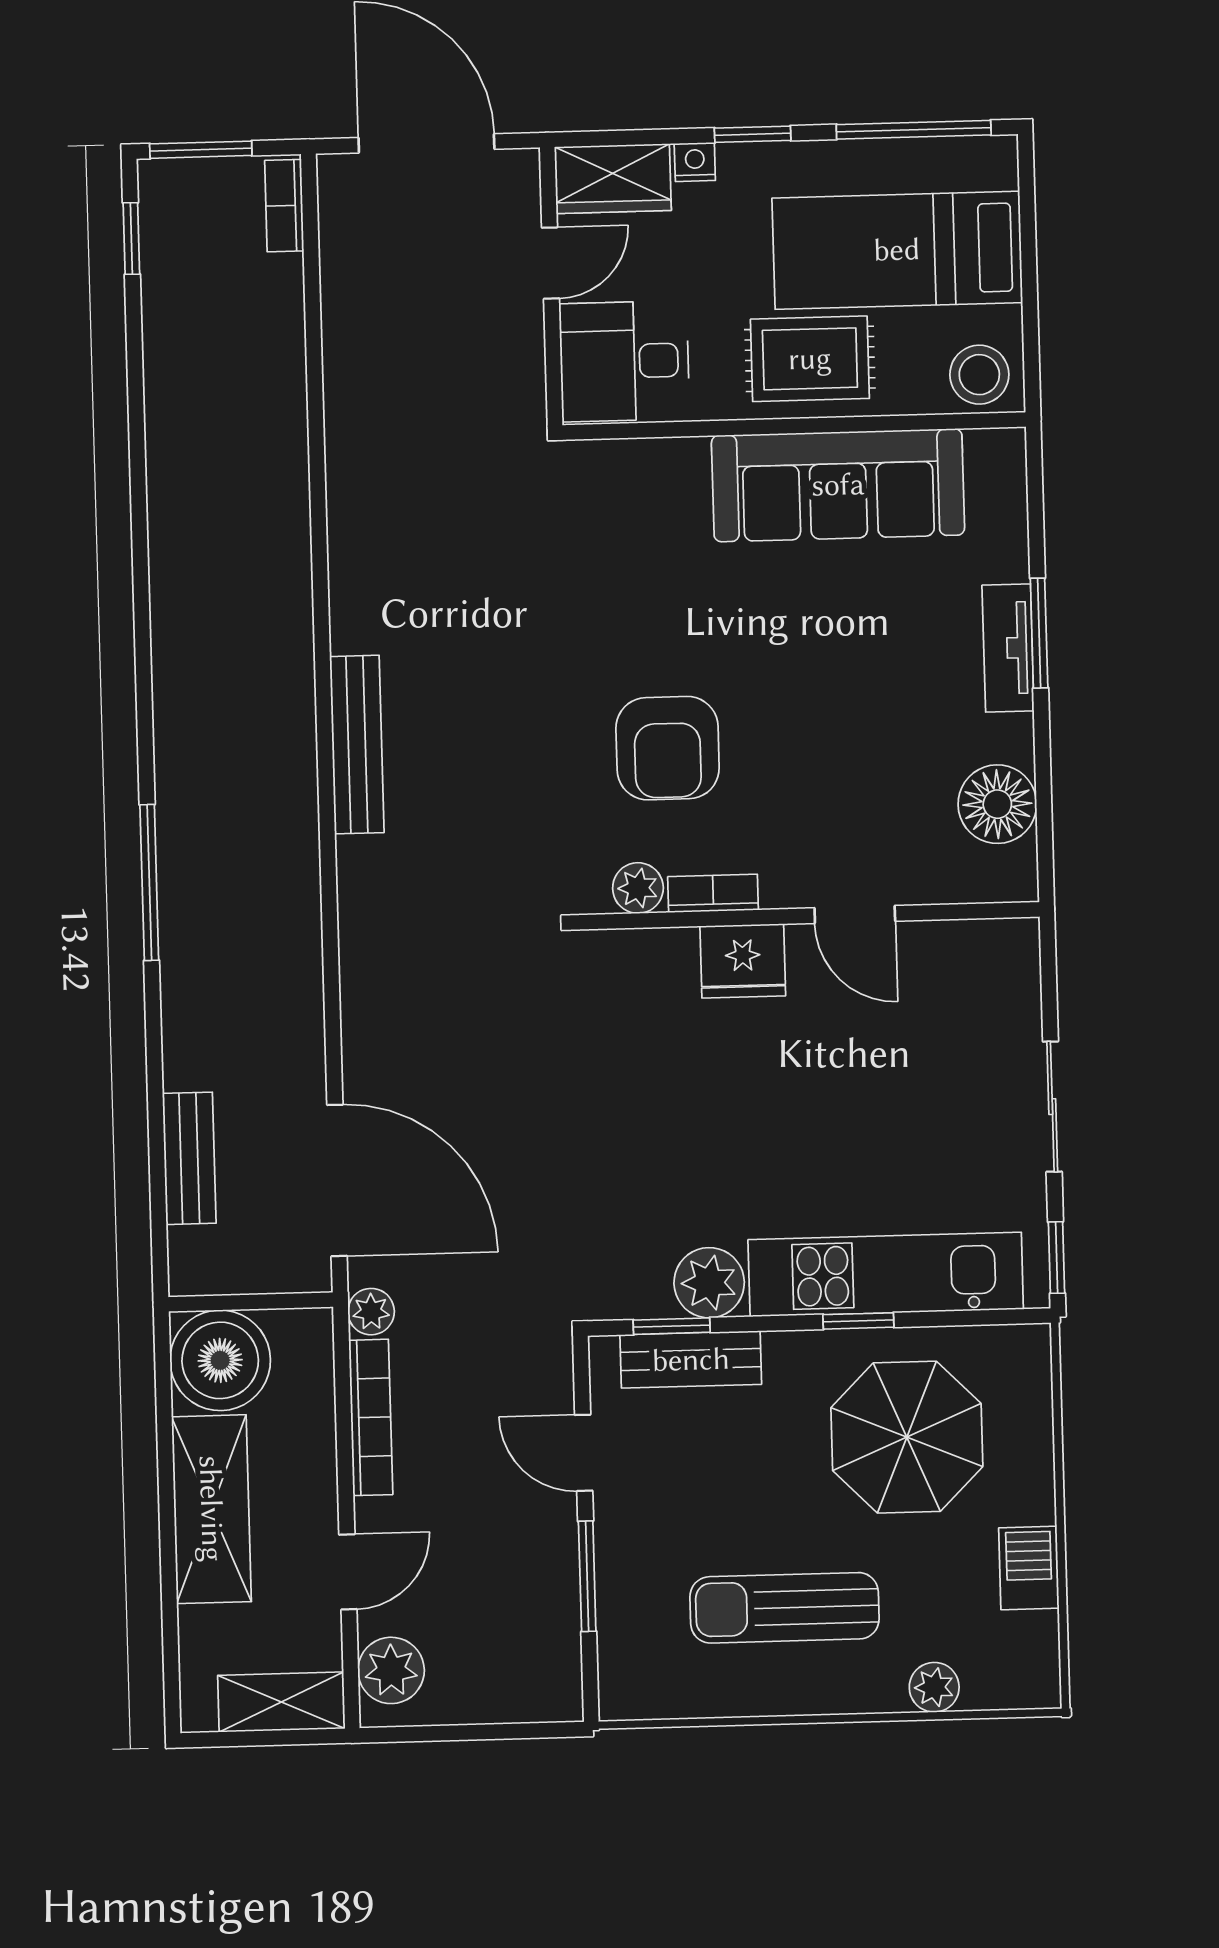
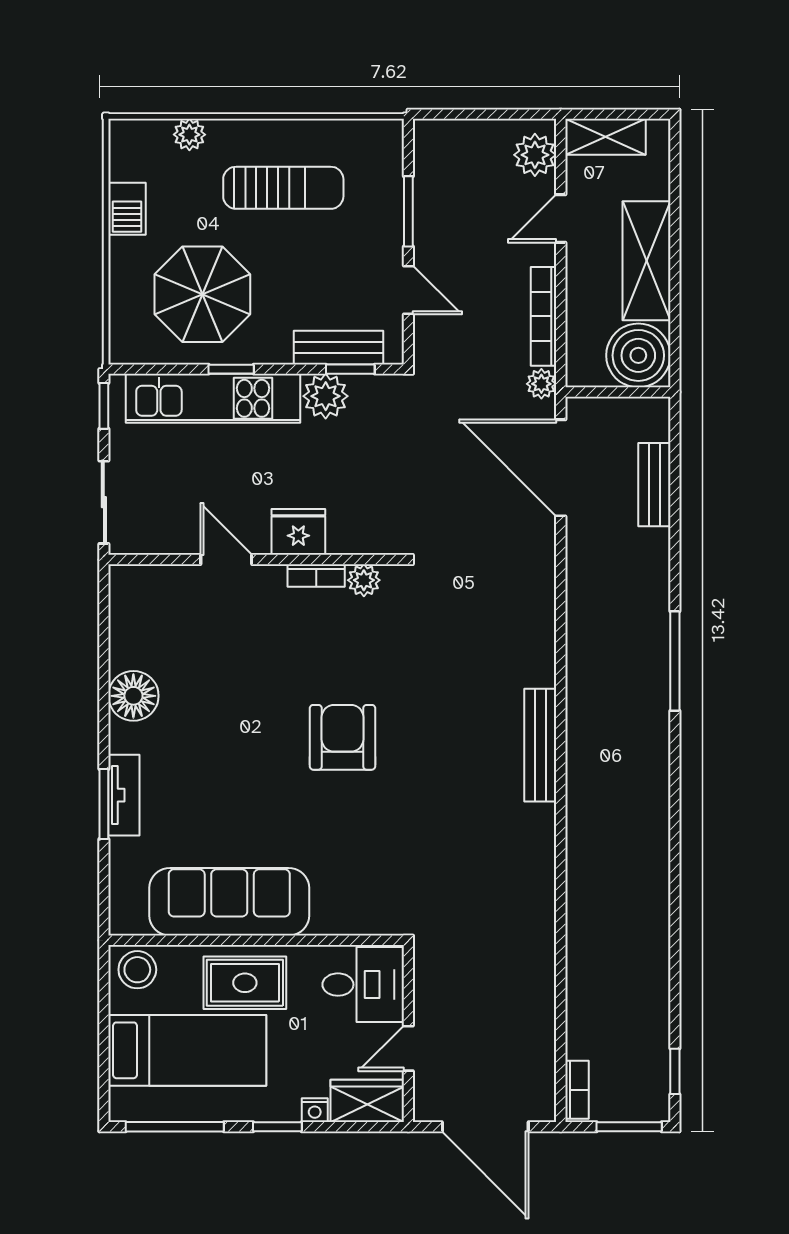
plant: (638, 888) -> (364, 580), moved
bookcase: (713, 893) -> (316, 576), moved
door: (855, 915) -> (226, 560), moved
wall: (808, 916) -> (256, 560), moved
fridge: (743, 961) -> (298, 532), moved

